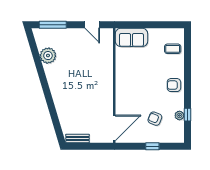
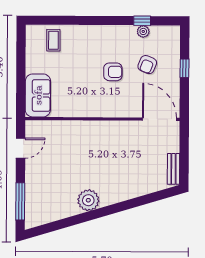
plant: (48, 56) -> (88, 200), moved
armchair: (174, 85) -> (113, 72), moved, turned -90

